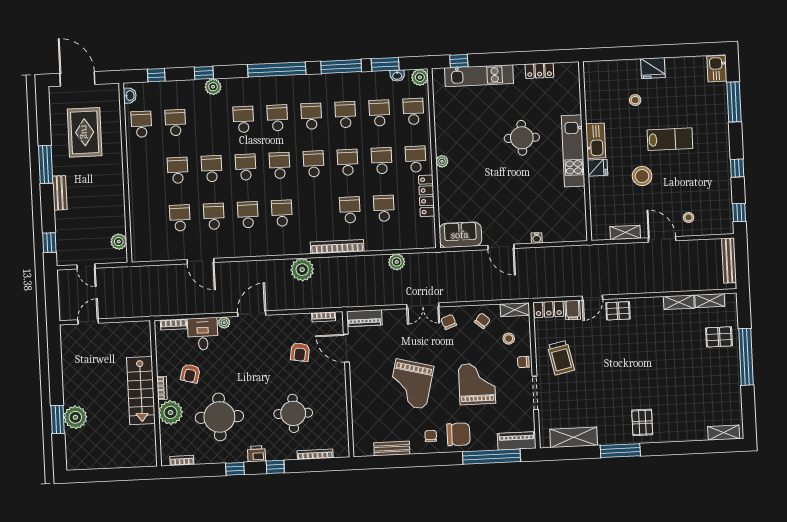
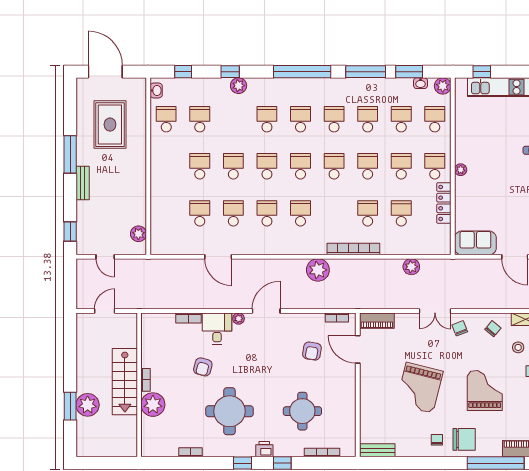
bookcase: (162, 388) -> (146, 380), moved
stairs: (141, 391) -> (125, 382), moved
wall: (156, 393) -> (139, 385), moved
plant: (171, 412) -> (153, 405), moved
bench: (392, 449) -> (377, 450), moved

